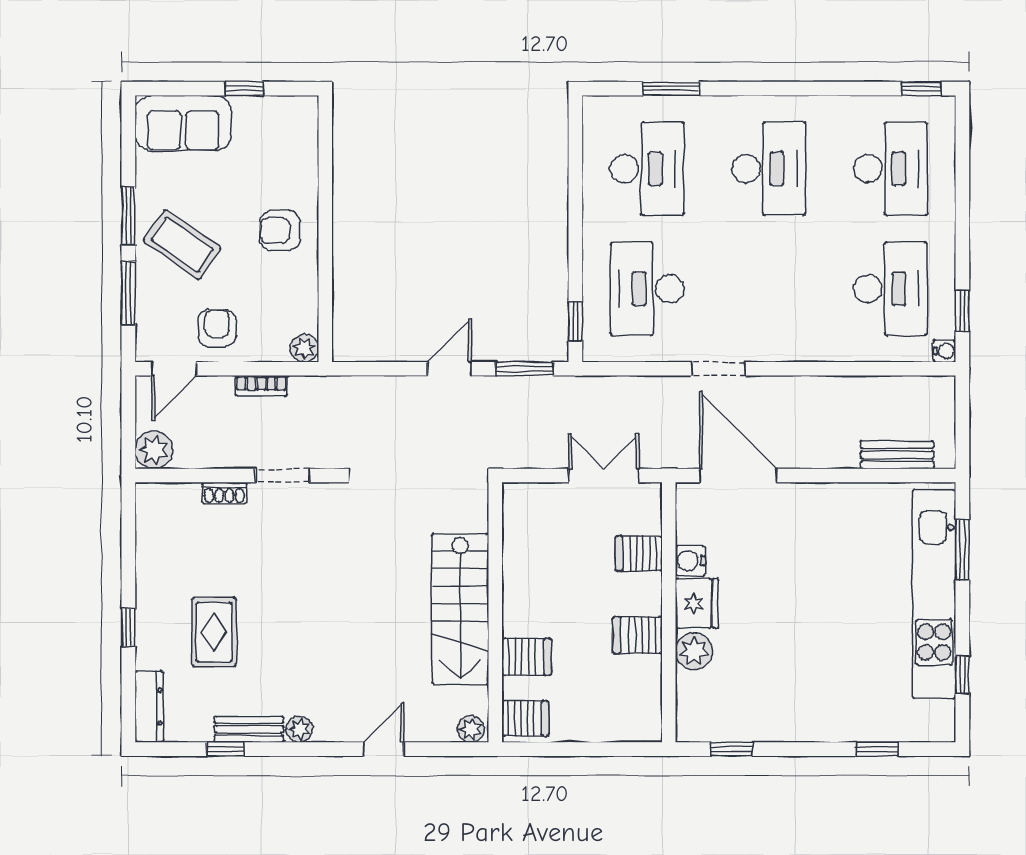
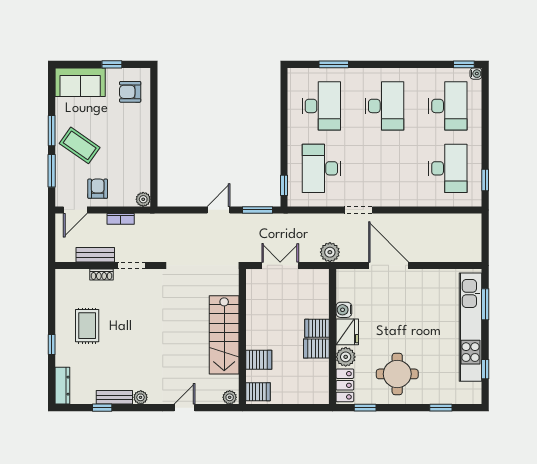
armchair: (280, 230) -> (130, 92), moved
water cooler: (945, 351) -> (476, 74), moved
plant: (154, 450) -> (330, 252), moved
bench: (897, 455) -> (95, 255), moved
double door: (604, 476) -> (280, 265), moved
door: (738, 476) -> (389, 265), moved
server rack: (639, 553) -> (317, 328), moved
rug: (214, 632) -> (87, 326), moved
round table: (793, 684) -> (397, 374), added
locker: (692, 706) -> (345, 385), added

